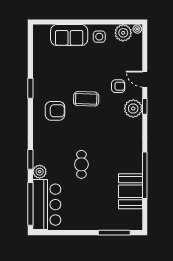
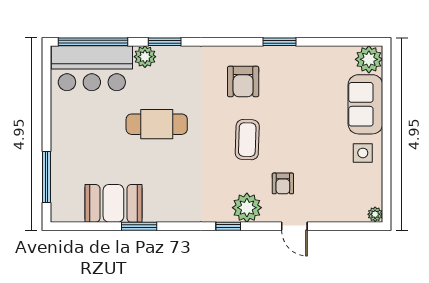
plant: (123, 33) -> (369, 59), moved
door: (145, 79) -> (294, 226), swing flipped
coffee table: (86, 99) -> (247, 140), moved
window: (145, 106) -> (228, 226), moved
cafe table: (81, 164) -> (157, 124), width x1.37, depth x1.35
window: (145, 175) -> (139, 226), width x0.47

